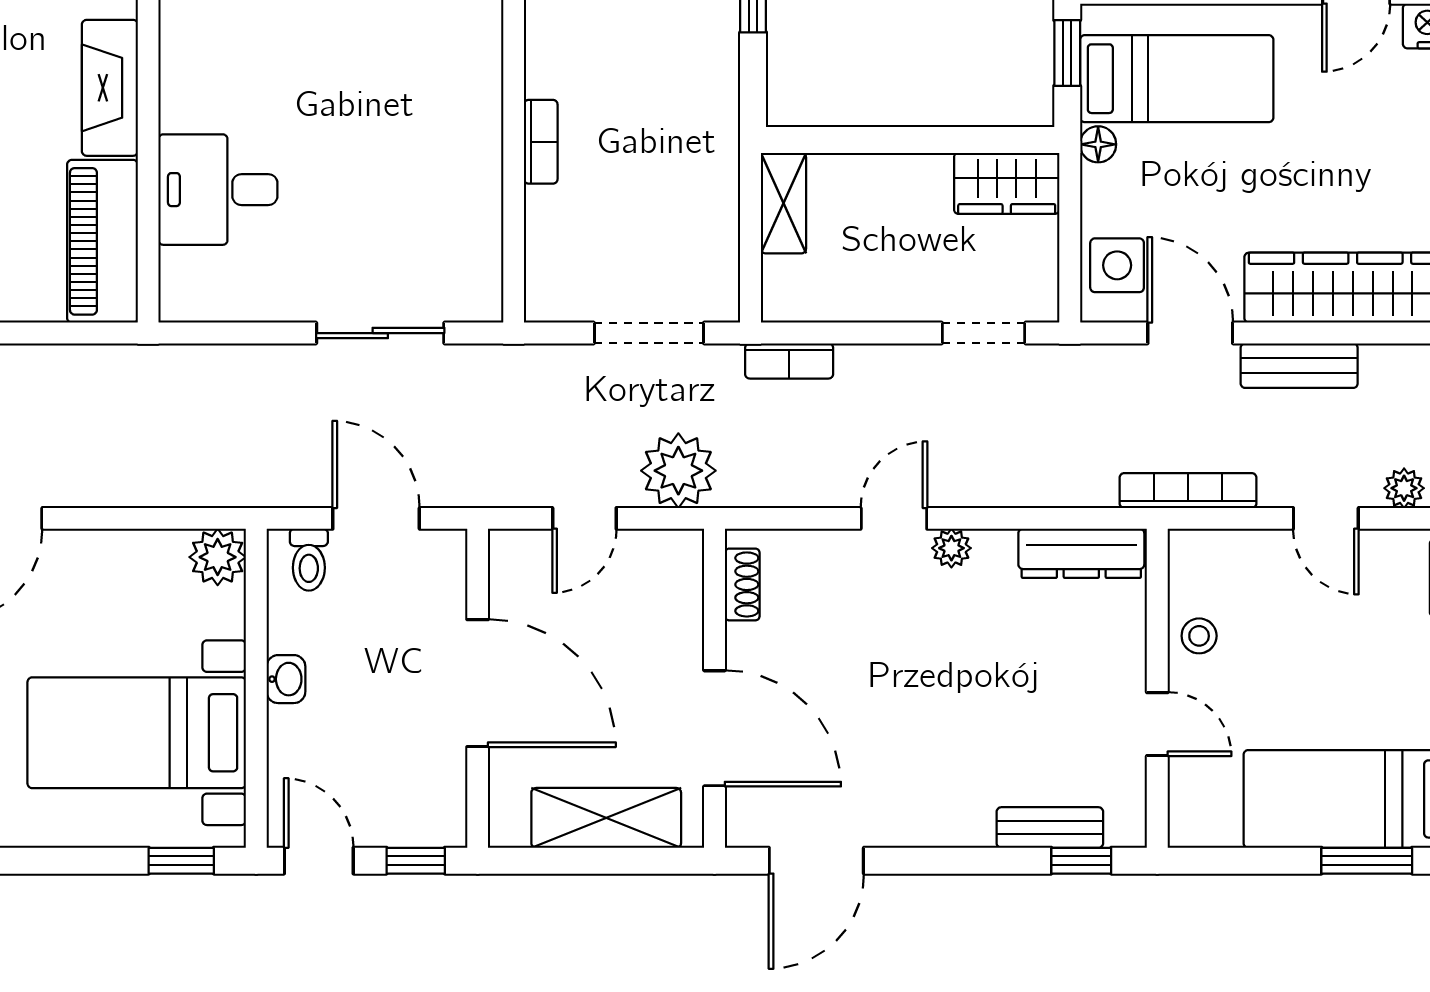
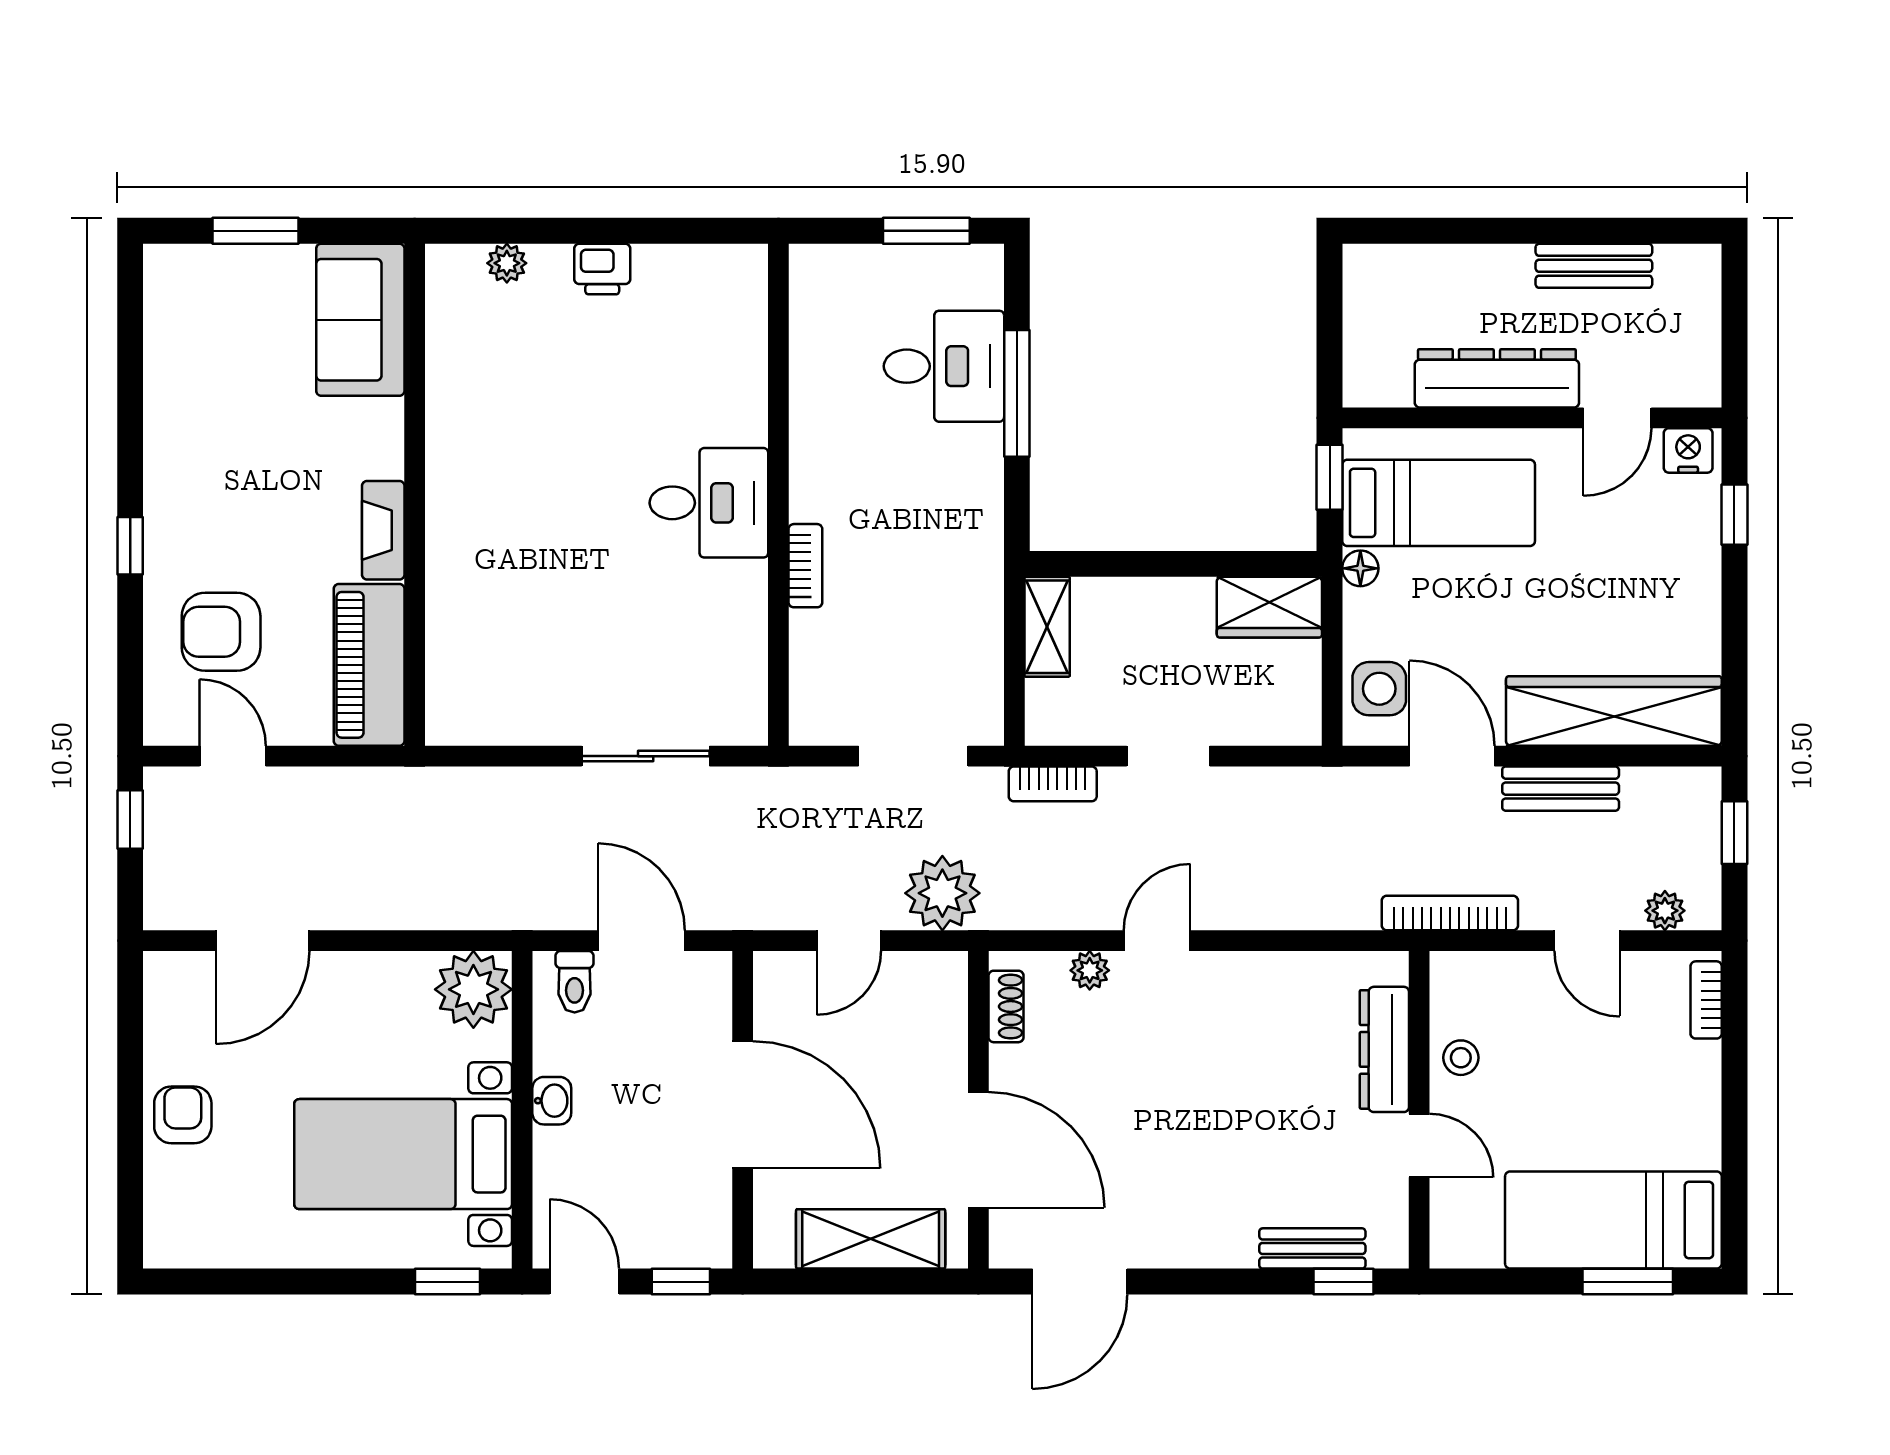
fireplace: (110, 88) -> (383, 530), width x0.73, depth x0.76
desk: (218, 190) -> (709, 503), moved, turned 180
doorway: (984, 333) -> (1168, 756), moved
plant: (951, 548) -> (1090, 970), moved
dresser: (1081, 553) -> (1384, 1049), moved, turned 90
plant: (218, 557) -> (473, 989), width x1.36, depth x1.36

